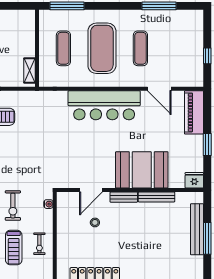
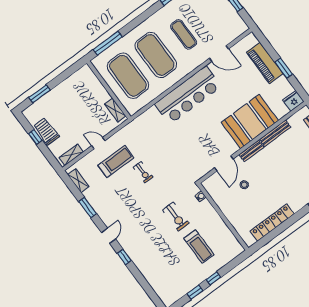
exercise mat: (63, 48) -> (128, 76), width x2.00, depth x1.45
piano: (194, 112) -> (265, 63), moved
exercise bike: (39, 244) -> (143, 172), moved

